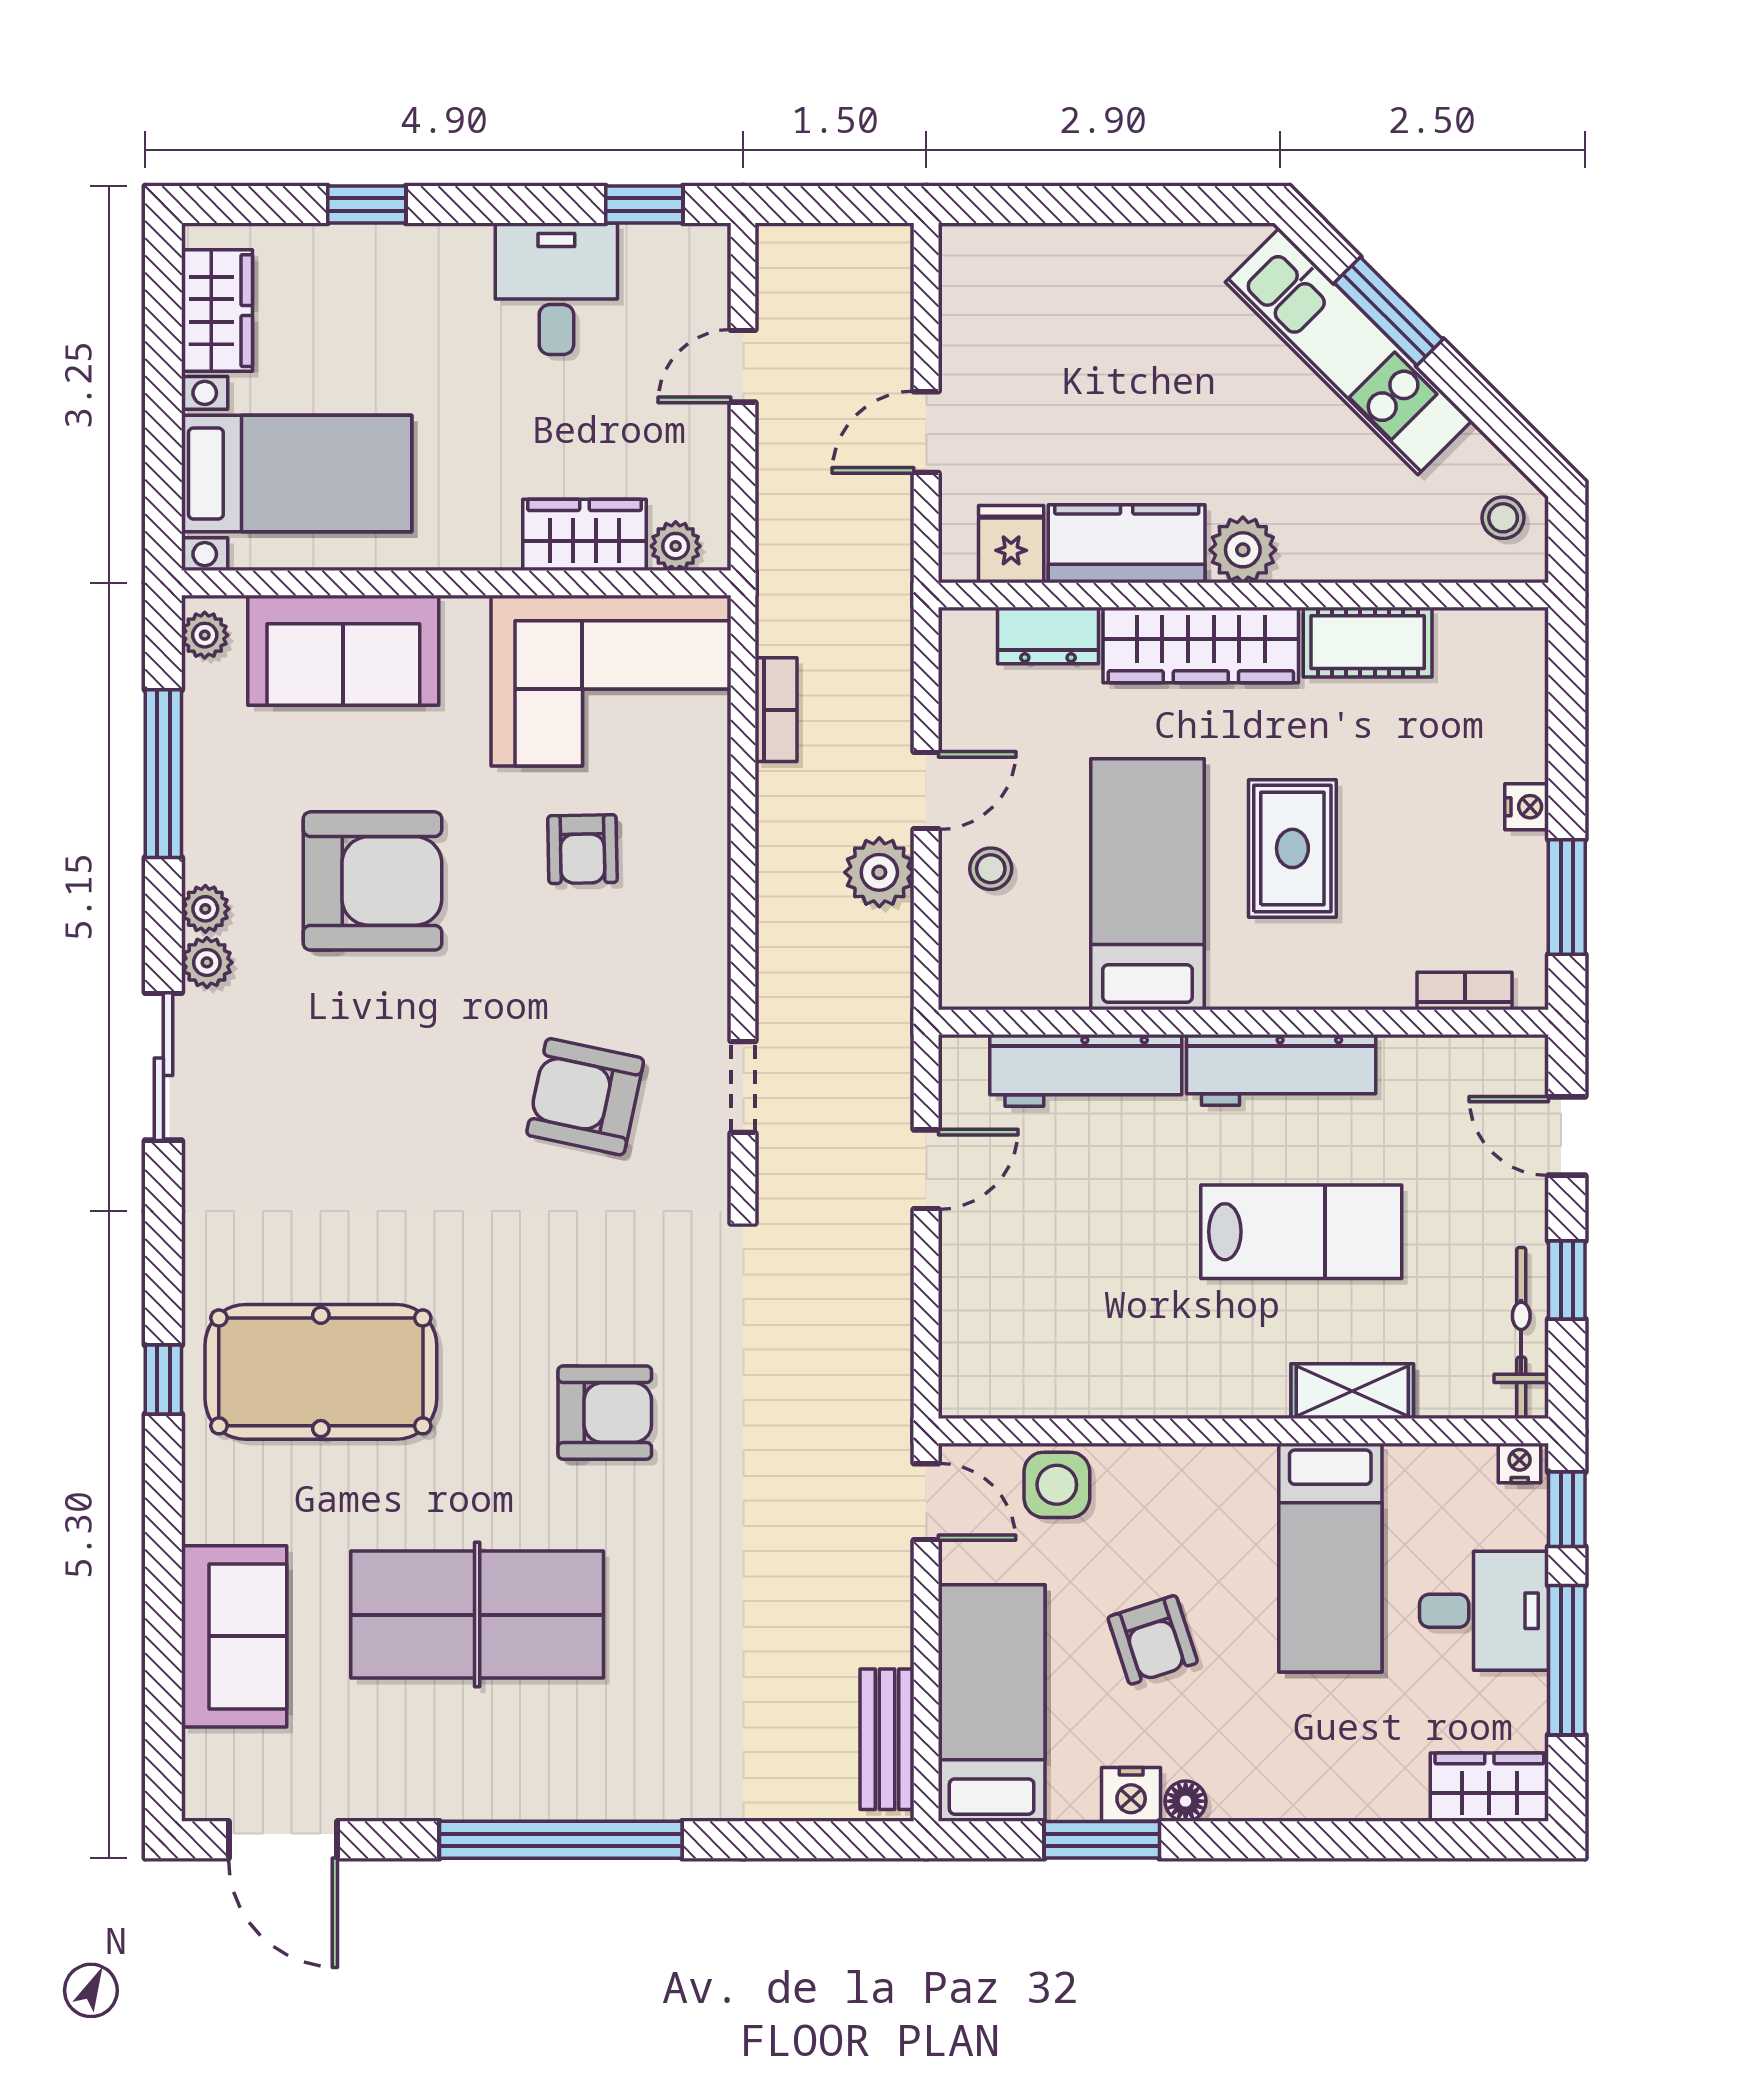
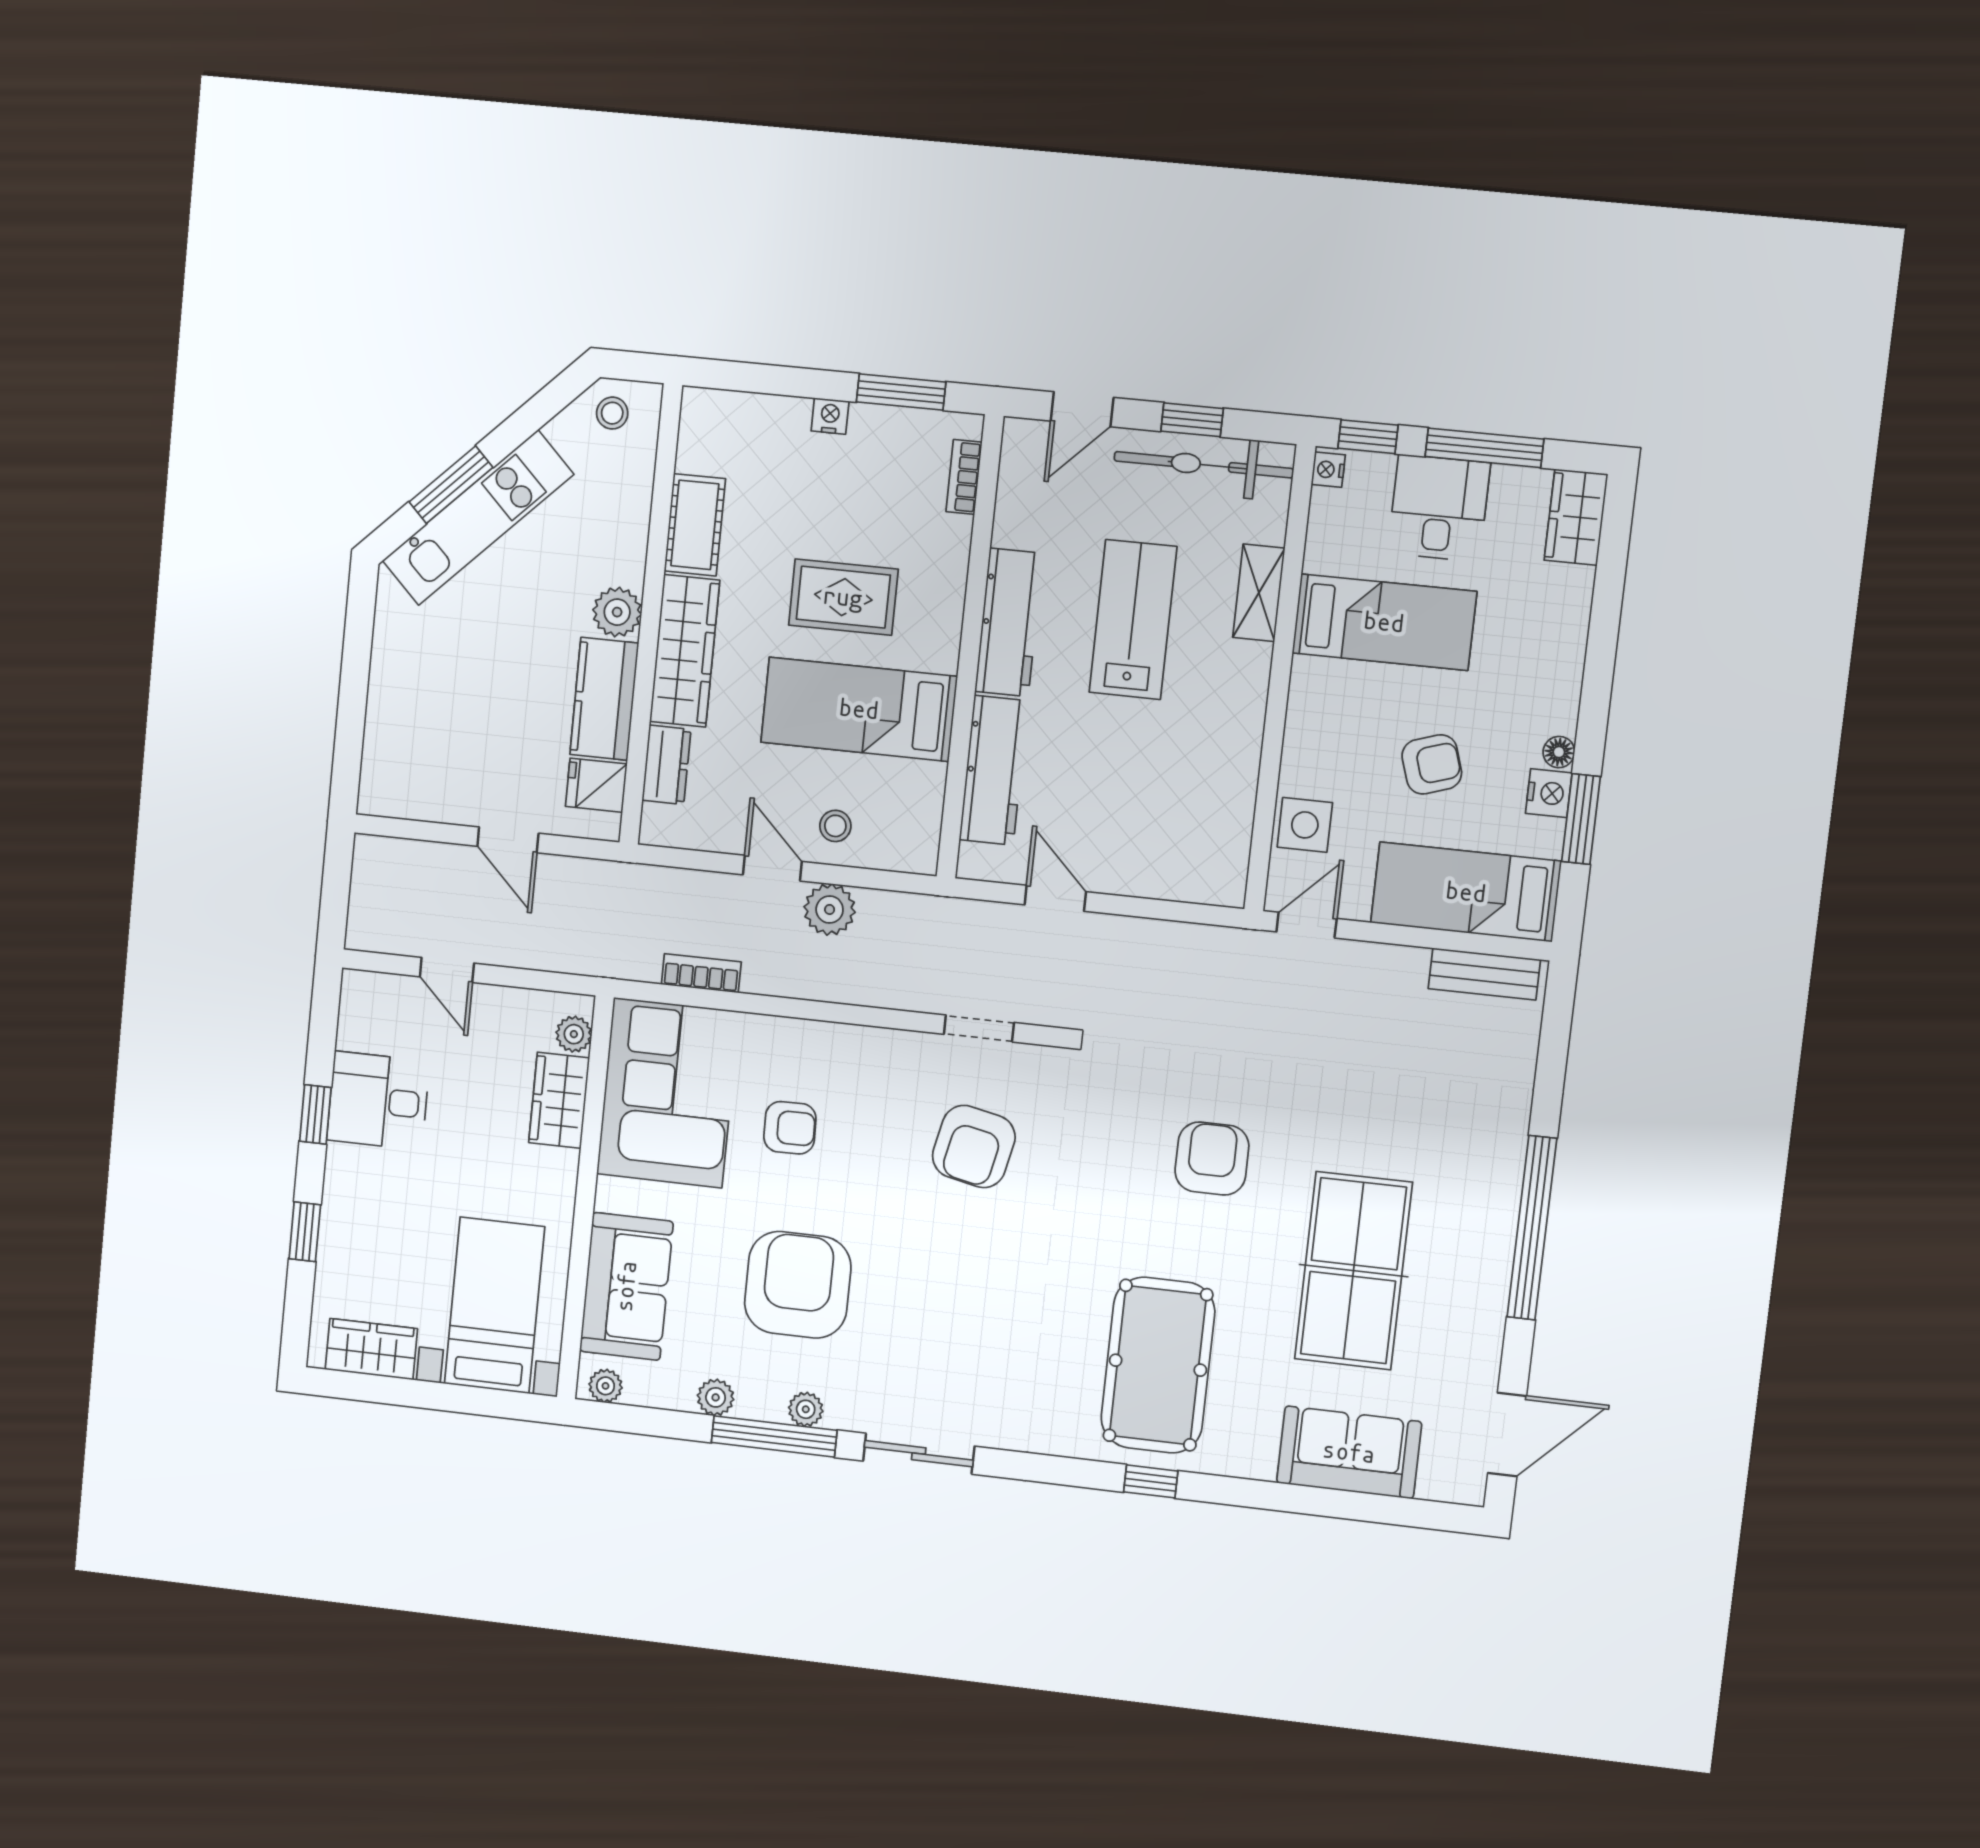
window: (644, 205) -> (315, 1114), moved
window: (163, 774) -> (774, 1436), moved
plant: (207, 962) -> (716, 1397), moved
bicycle: (1521, 1333) -> (1204, 465), width x1.37, depth x1.40

